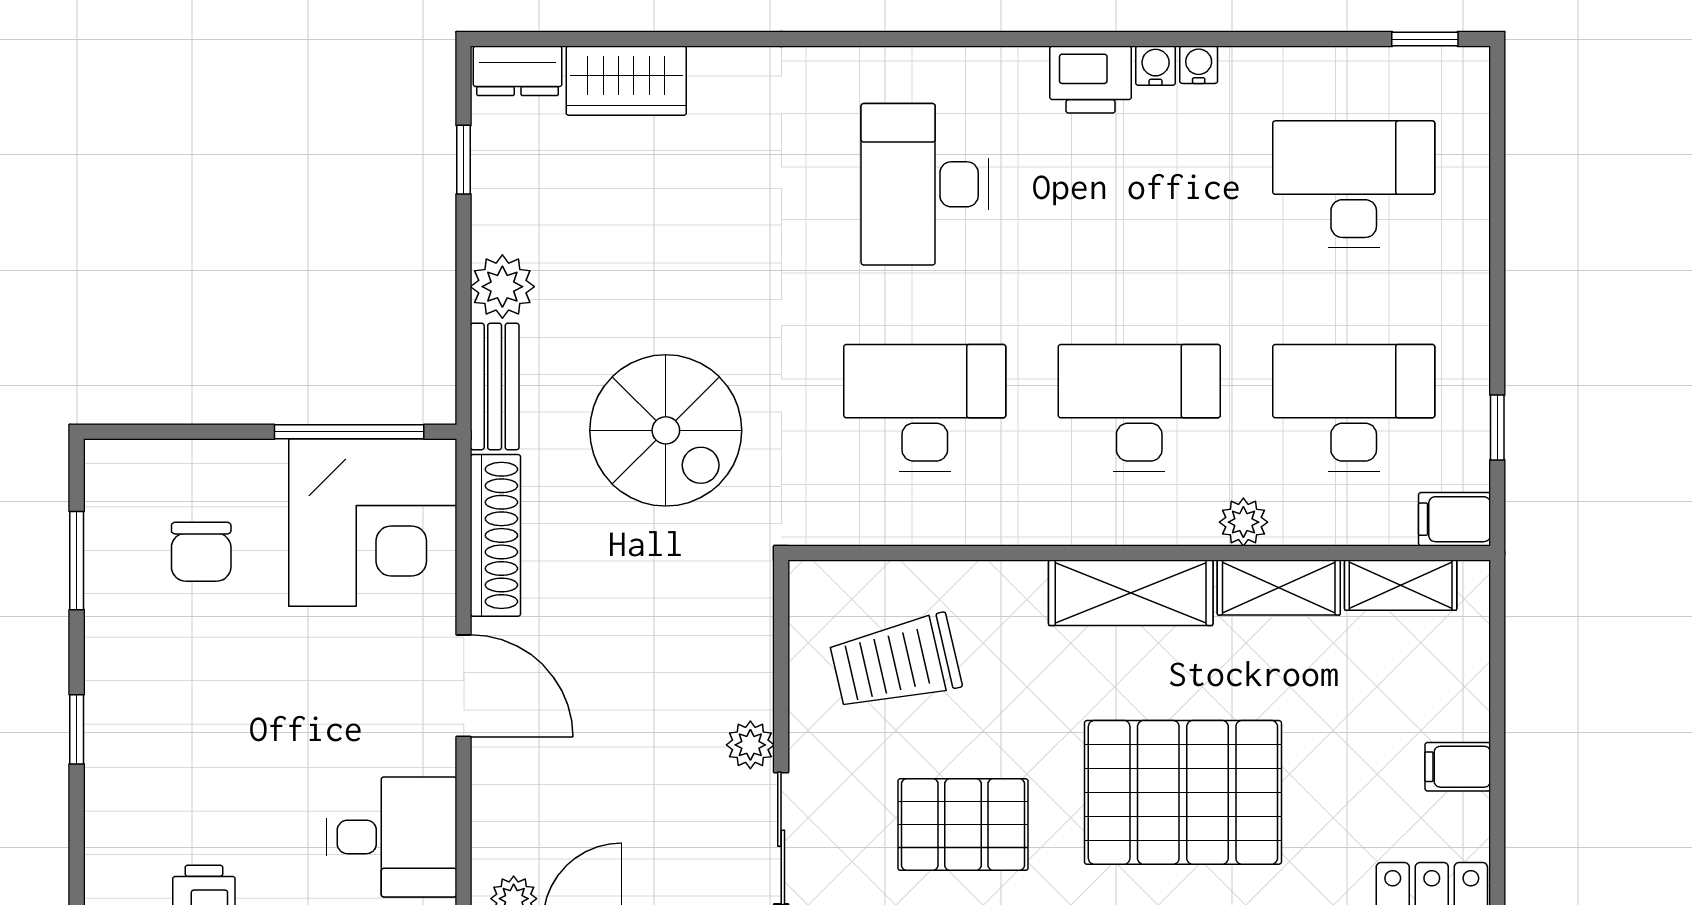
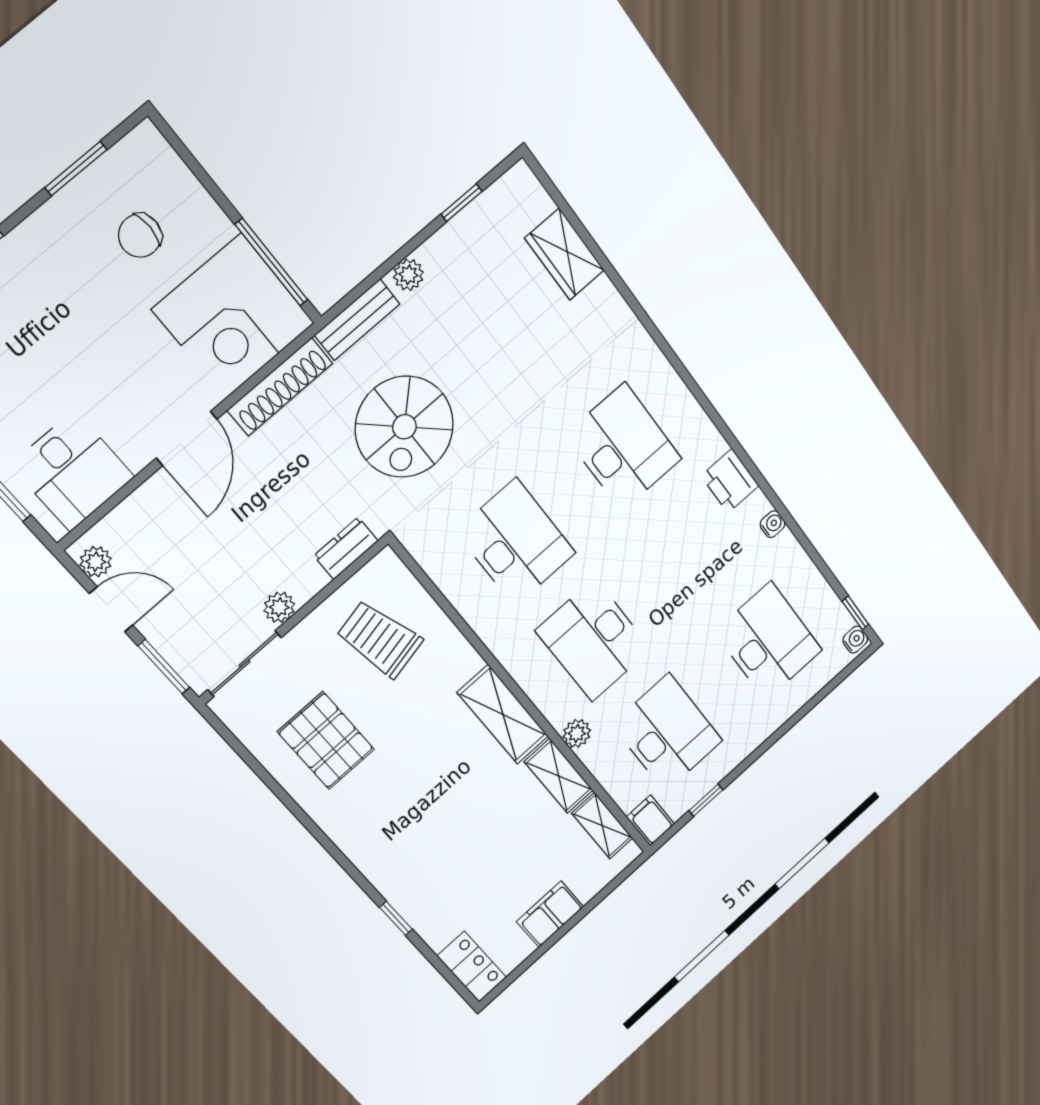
water cooler: (1156, 66) -> (855, 640), moved
dresser: (518, 71) -> (346, 548), moved, turned 90
desk: (925, 184) -> (623, 447), turned 90
plant: (502, 287) -> (408, 275), width x0.73, depth x0.73
desk: (1139, 408) -> (594, 640), turned 180
filing cabinet: (1458, 767) -> (550, 914), width x2.00
pallet: (1183, 792) -> (427, 822), removed

